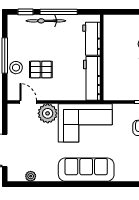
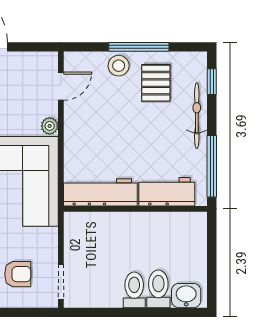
window: (59, 12) -> (212, 166), moved
pallet: (41, 70) -> (156, 83), moved
plant: (48, 113) -> (50, 126), width x0.53, depth x0.53

